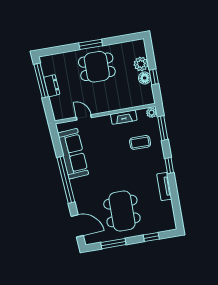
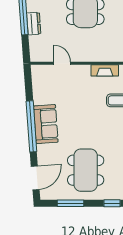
sofa: (73, 154) -> (46, 124), moved, width x0.73
door: (77, 226) -> (35, 178), hinge flipped

